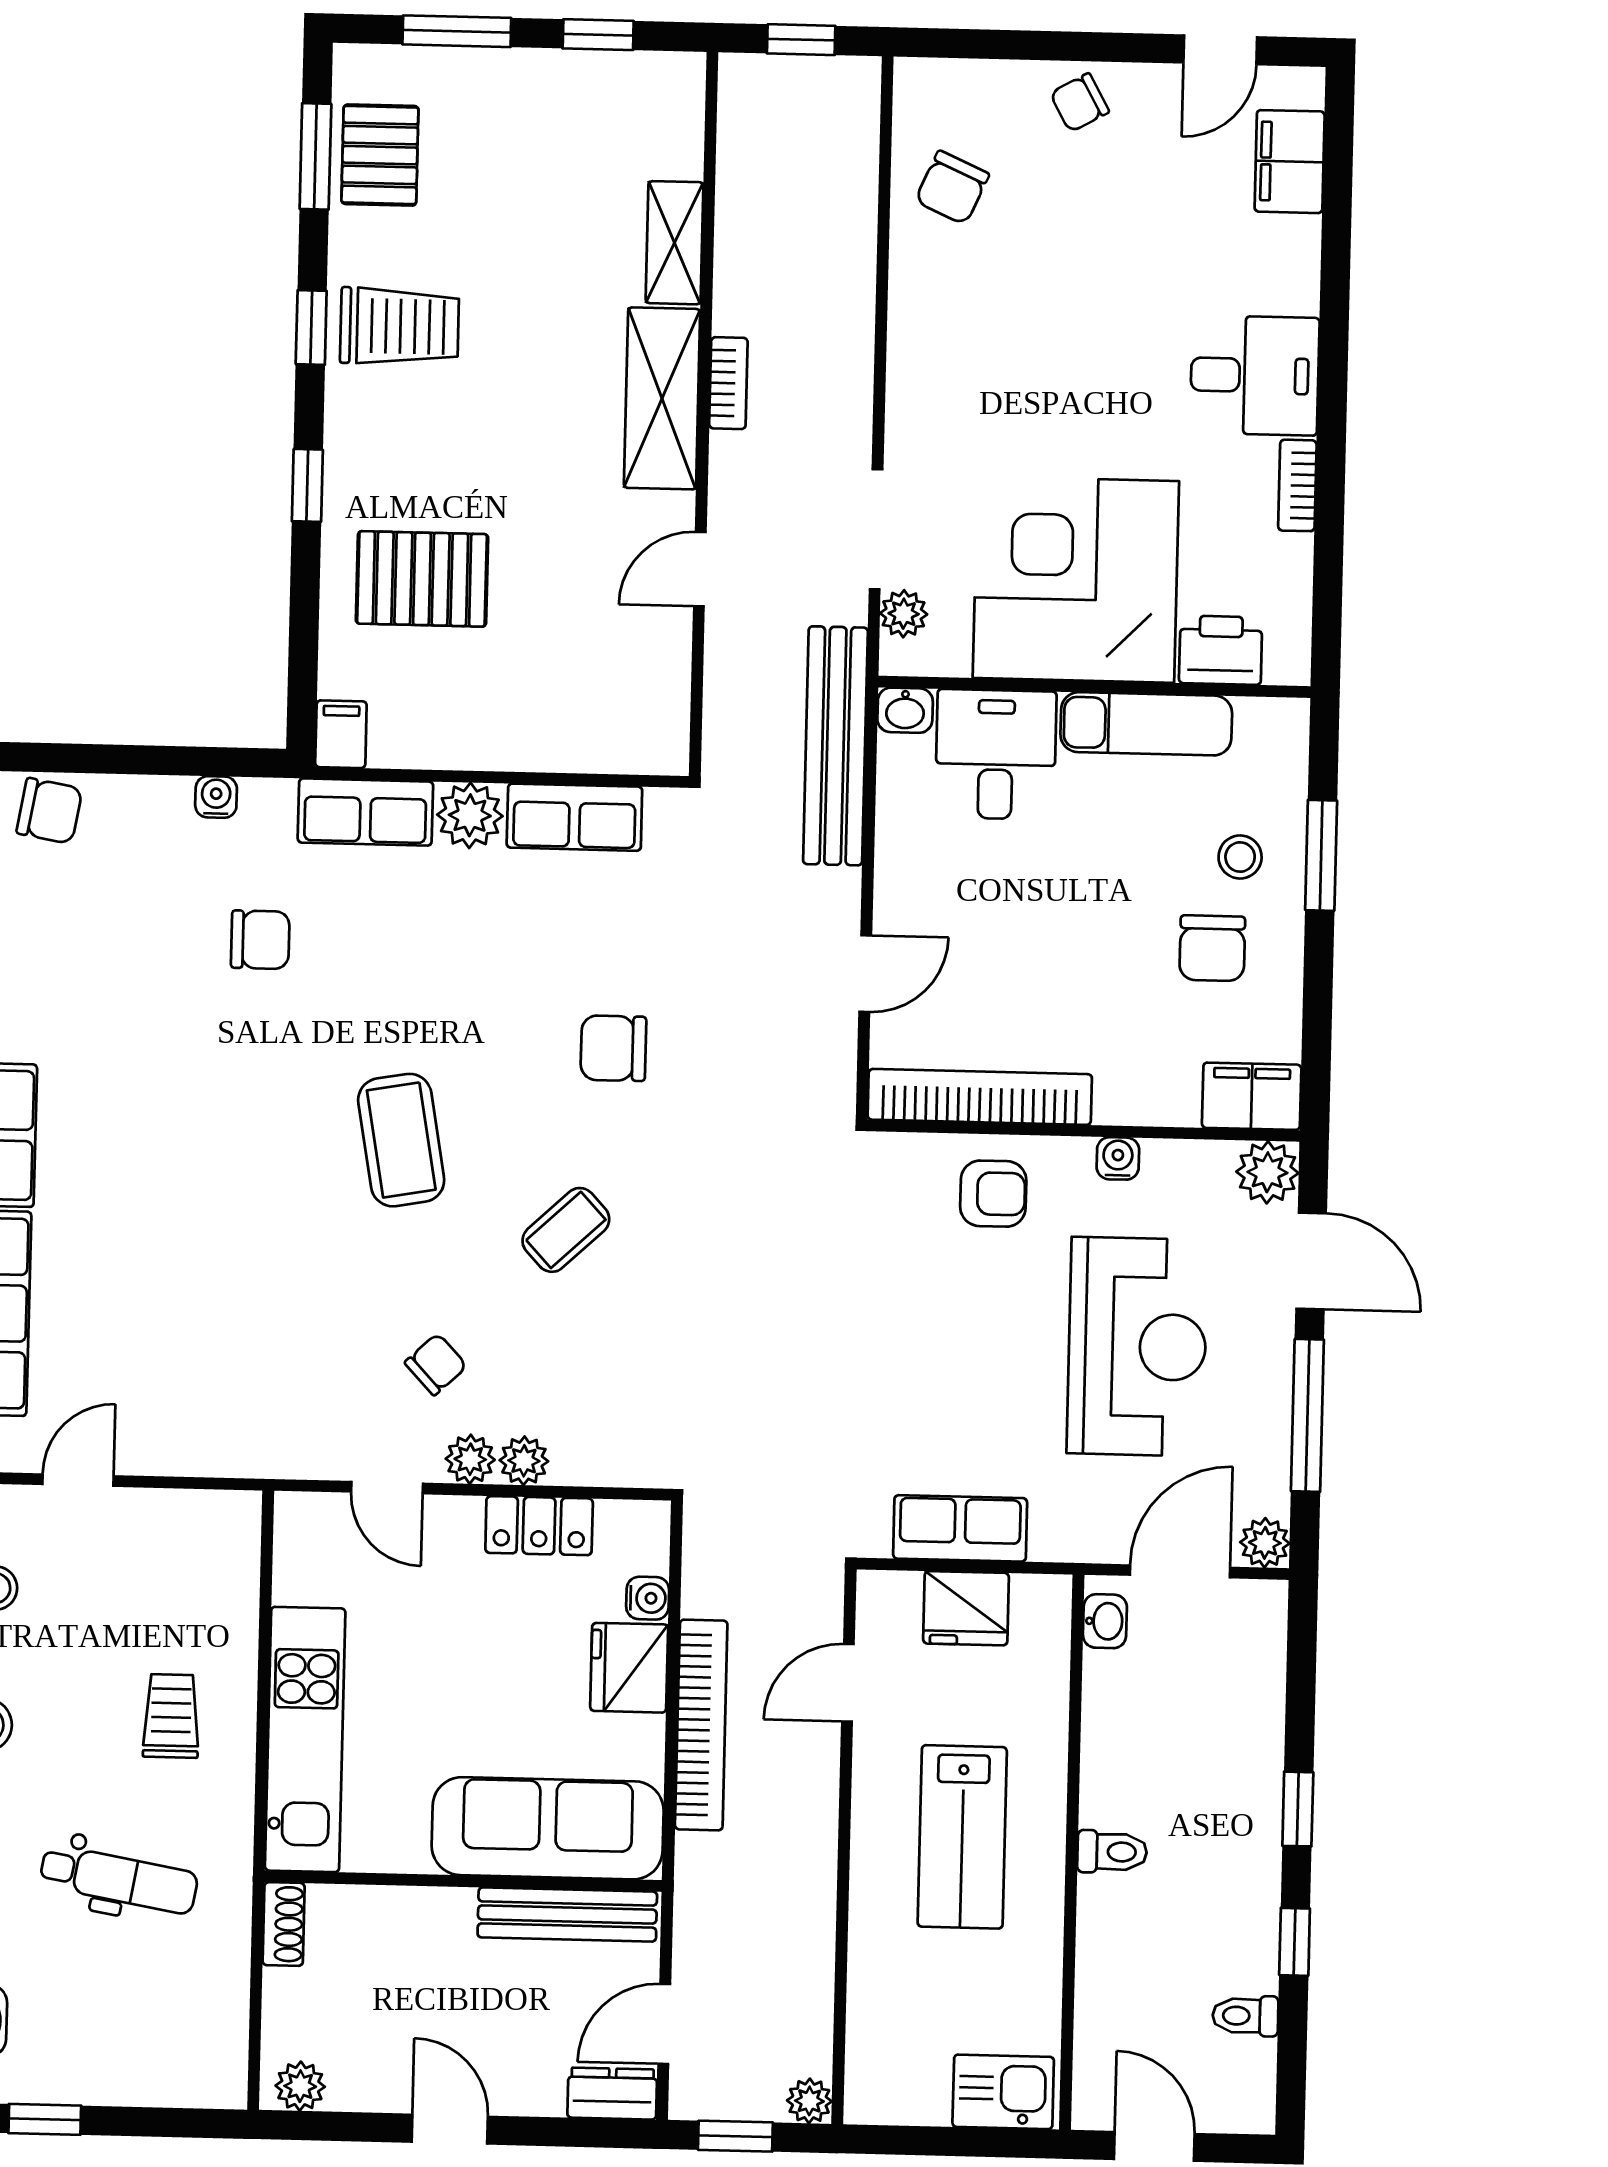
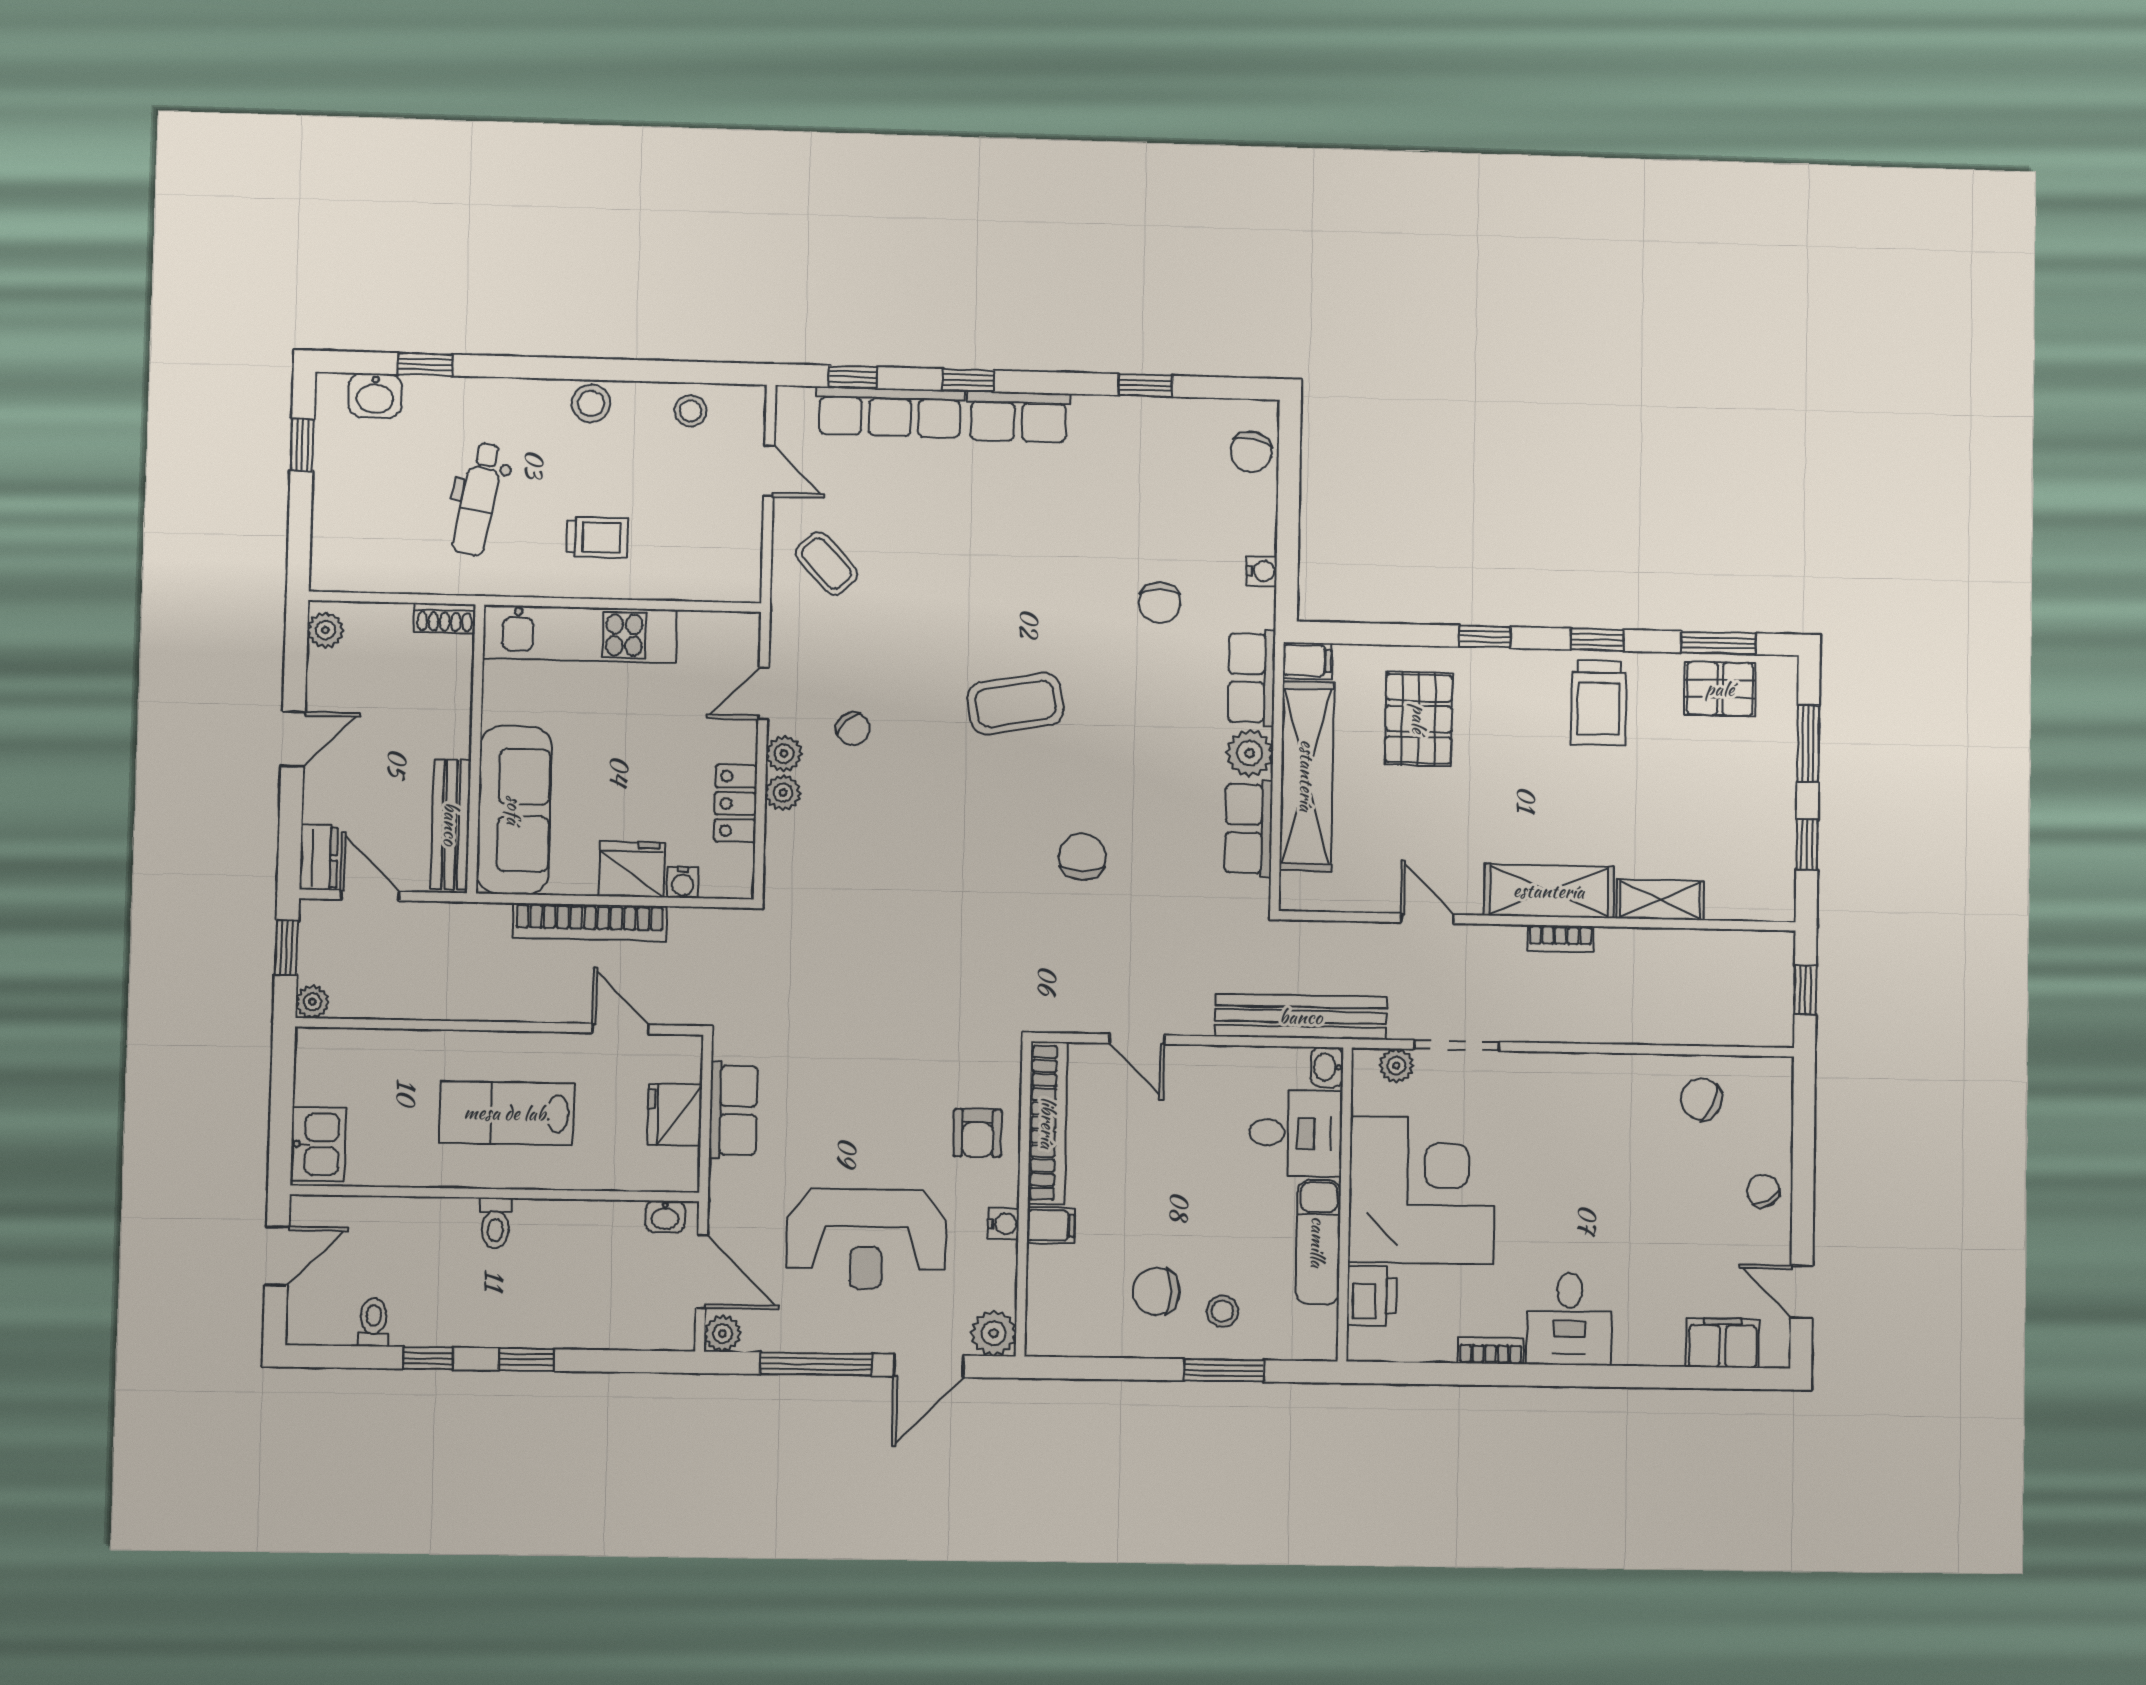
shelving: (502, 736) -> (1307, 776), added
filing cabinet: (1252, 1096) -> (1051, 1226), moved, width x0.50
coffee table: (566, 1230) -> (826, 563), moved

